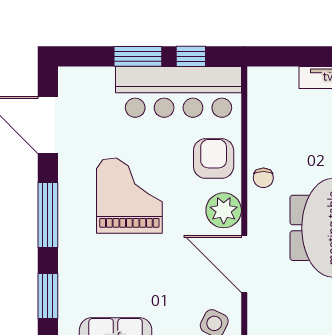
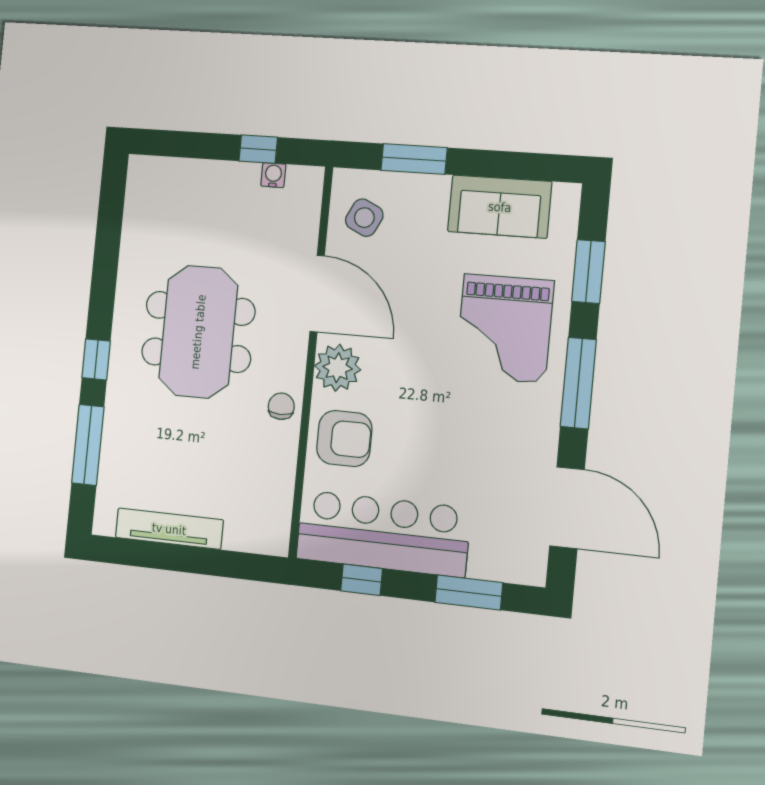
window: (138, 56) -> (469, 593), moved
armchair: (214, 158) -> (344, 439), turned -90
grand piano: (129, 196) -> (504, 328), moved

